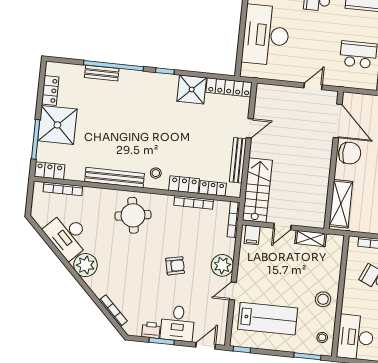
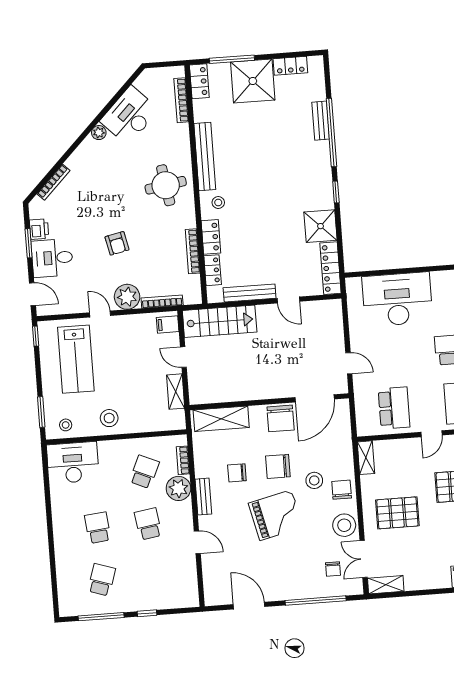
bookcase: (233, 219) -> (162, 302), moved
plant: (85, 265) -> (99, 133), width x0.53, depth x0.53

